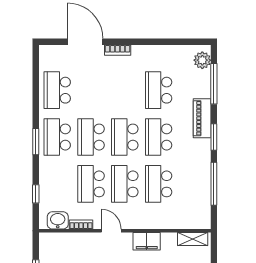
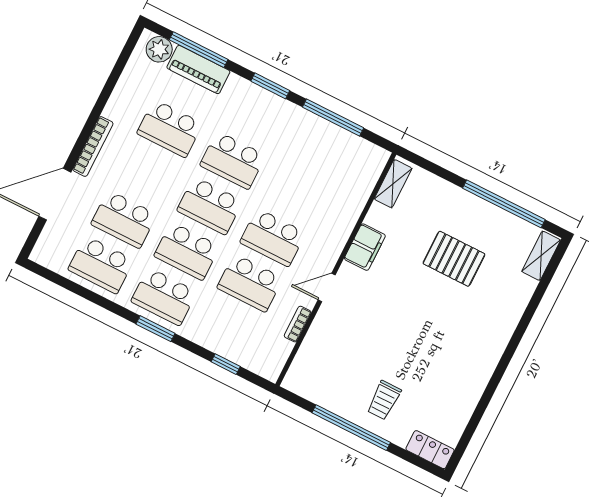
bookcase: (118, 50) -> (93, 146), width x1.56
piano: (202, 118) -> (198, 70), moved
school desk: (159, 184) -> (124, 219), moved
washbasin: (58, 220) -> (276, 353), removed

